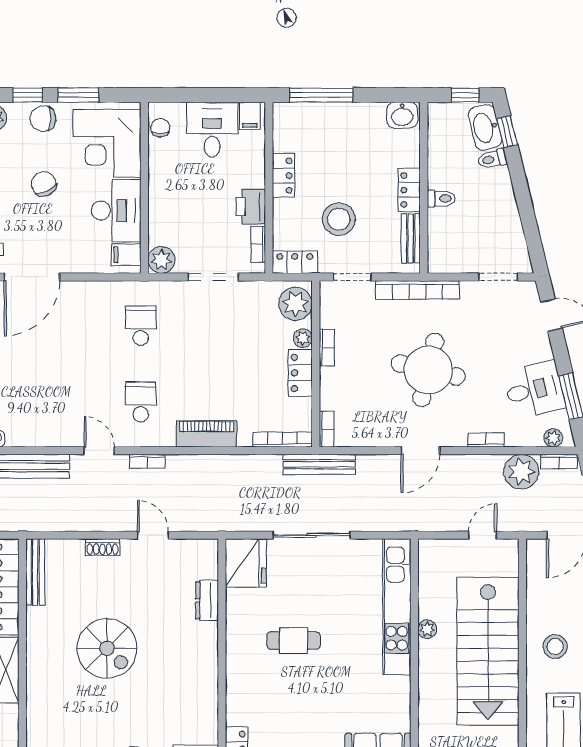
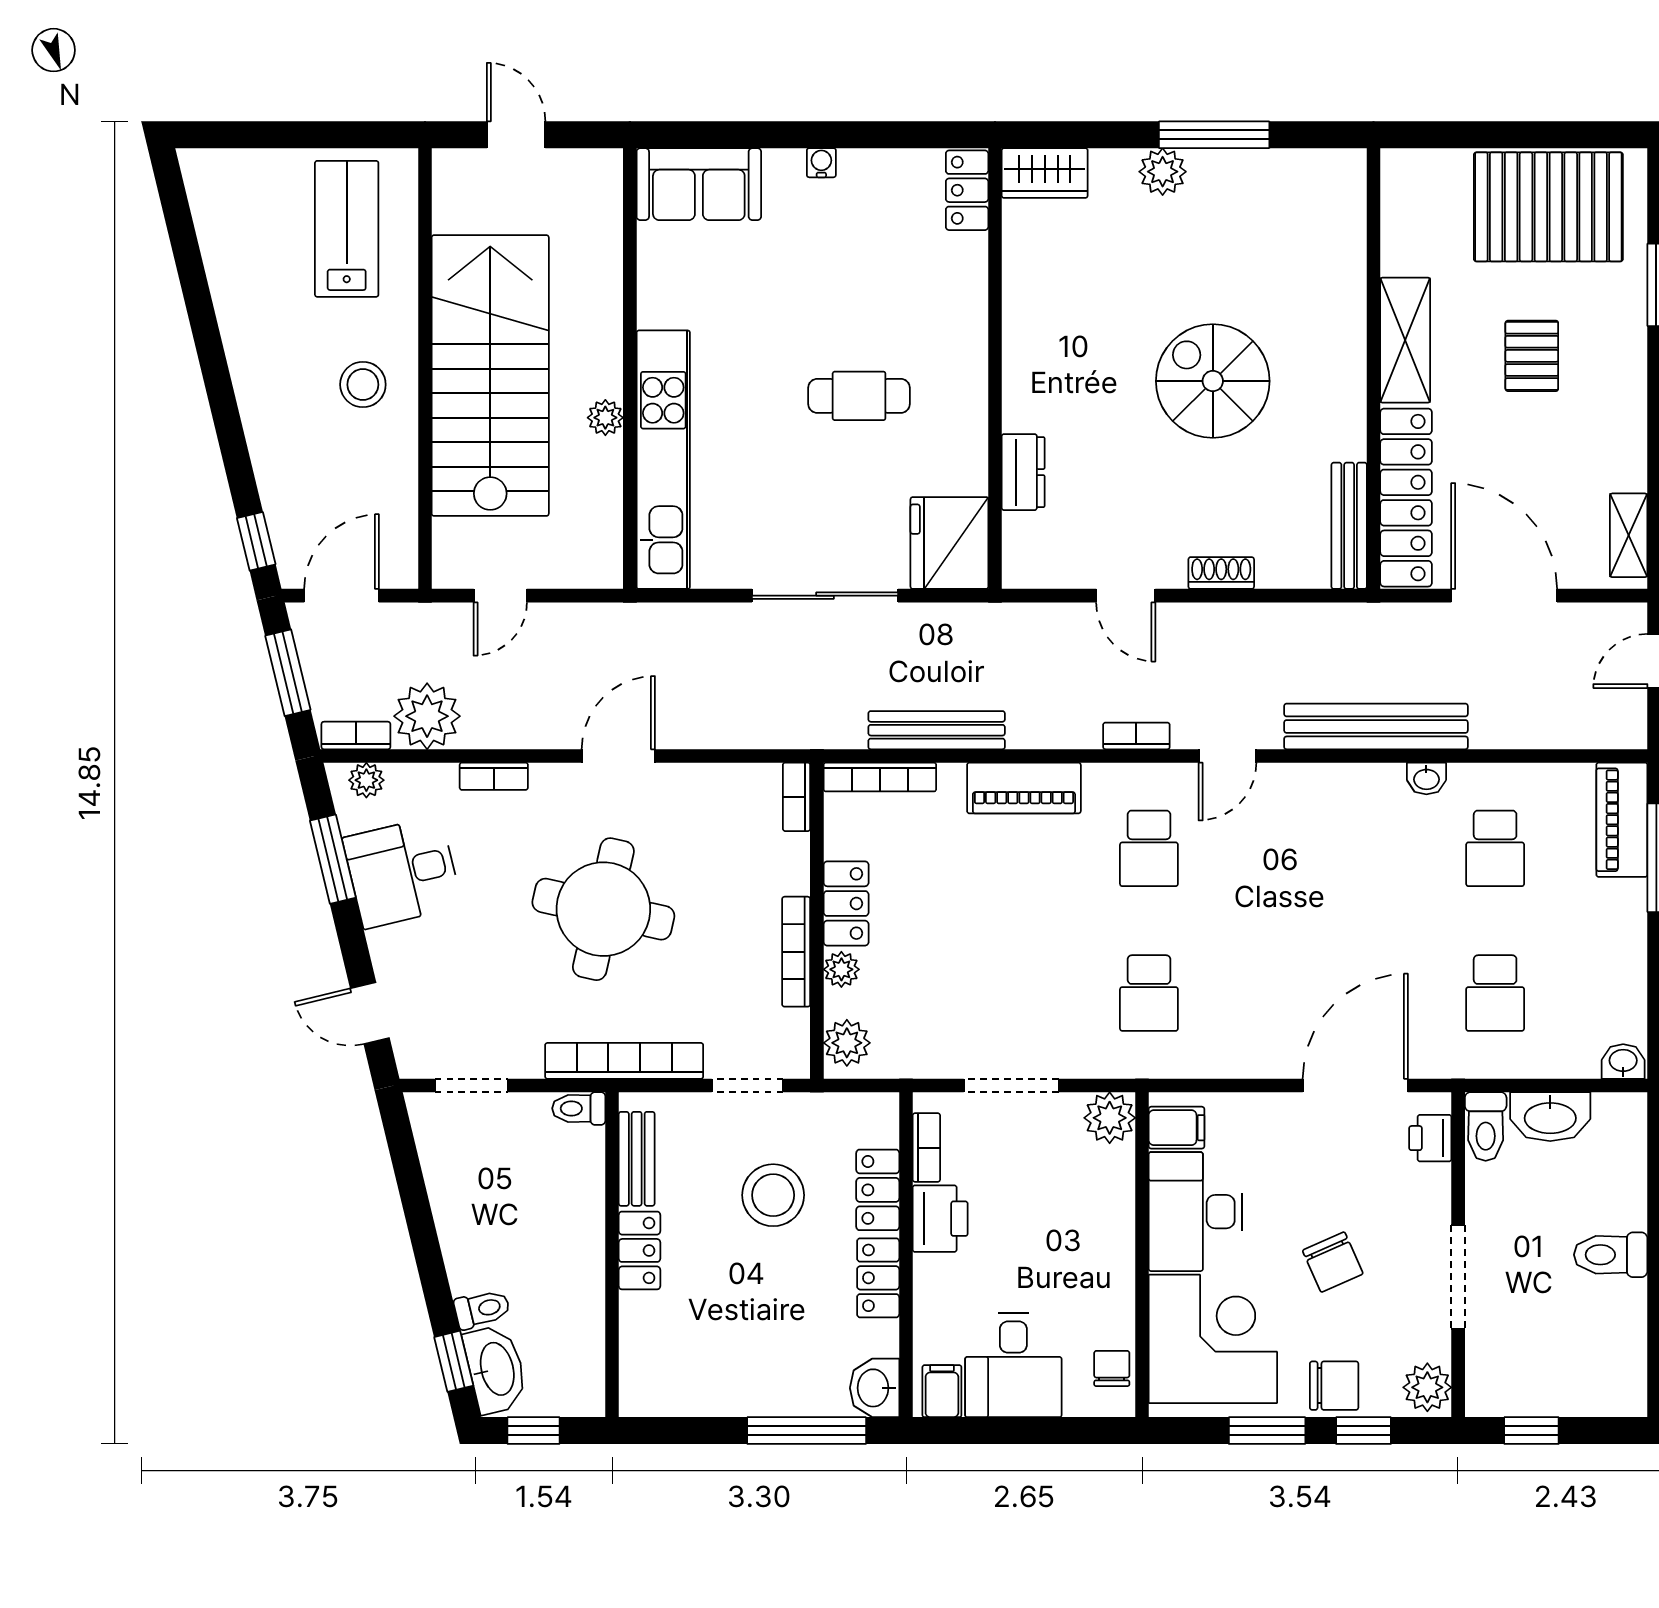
washbasin: (402, 115) -> (875, 1388), moved, turned -90
chair: (160, 128) -> (1112, 1368), turned 180
toilet: (441, 199) -> (579, 1108), moved
locker: (295, 262) -> (878, 1190), moved, turned 90
plant: (295, 304) -> (847, 1043), width x0.73, depth x0.73
bookcase: (327, 348) -> (796, 952), width x1.56
door: (99, 451) -> (1228, 756), hinge flipped
bench: (319, 464) -> (937, 730), moved

